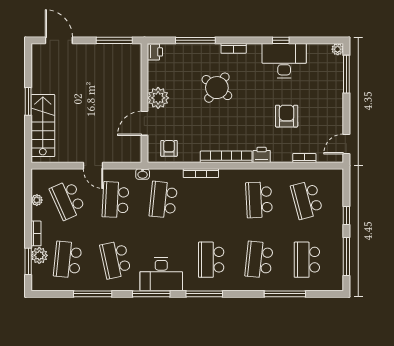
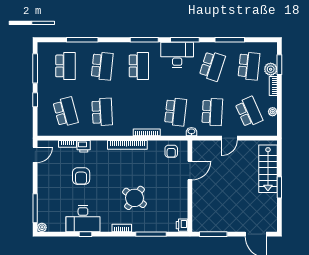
plant: (158, 98) -> (180, 190), removed
printer: (262, 155) -> (84, 146), moved
door: (93, 166) -> (229, 138), swing flipped
school desk: (115, 260) -> (212, 66), turned 30

